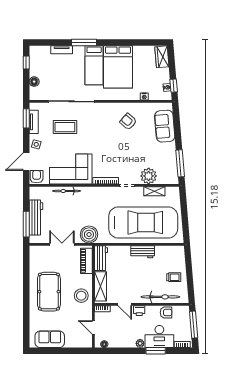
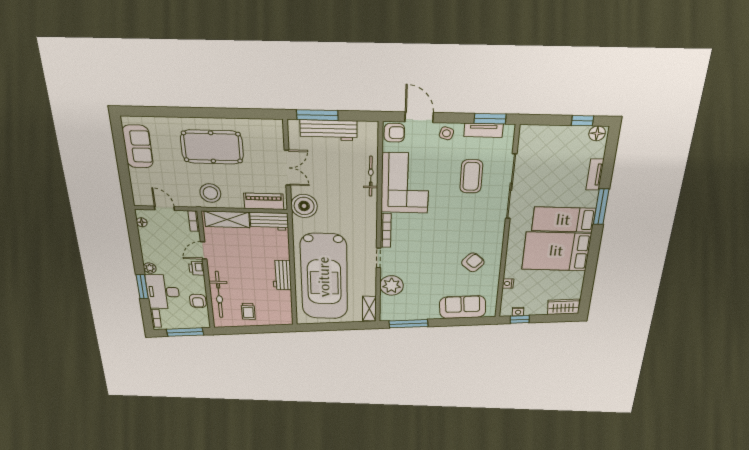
floor lamp: (34, 82) -> (597, 133), moved
shelving: (154, 191) -> (369, 309), moved
door: (93, 327) -> (164, 208), hinge flipped

